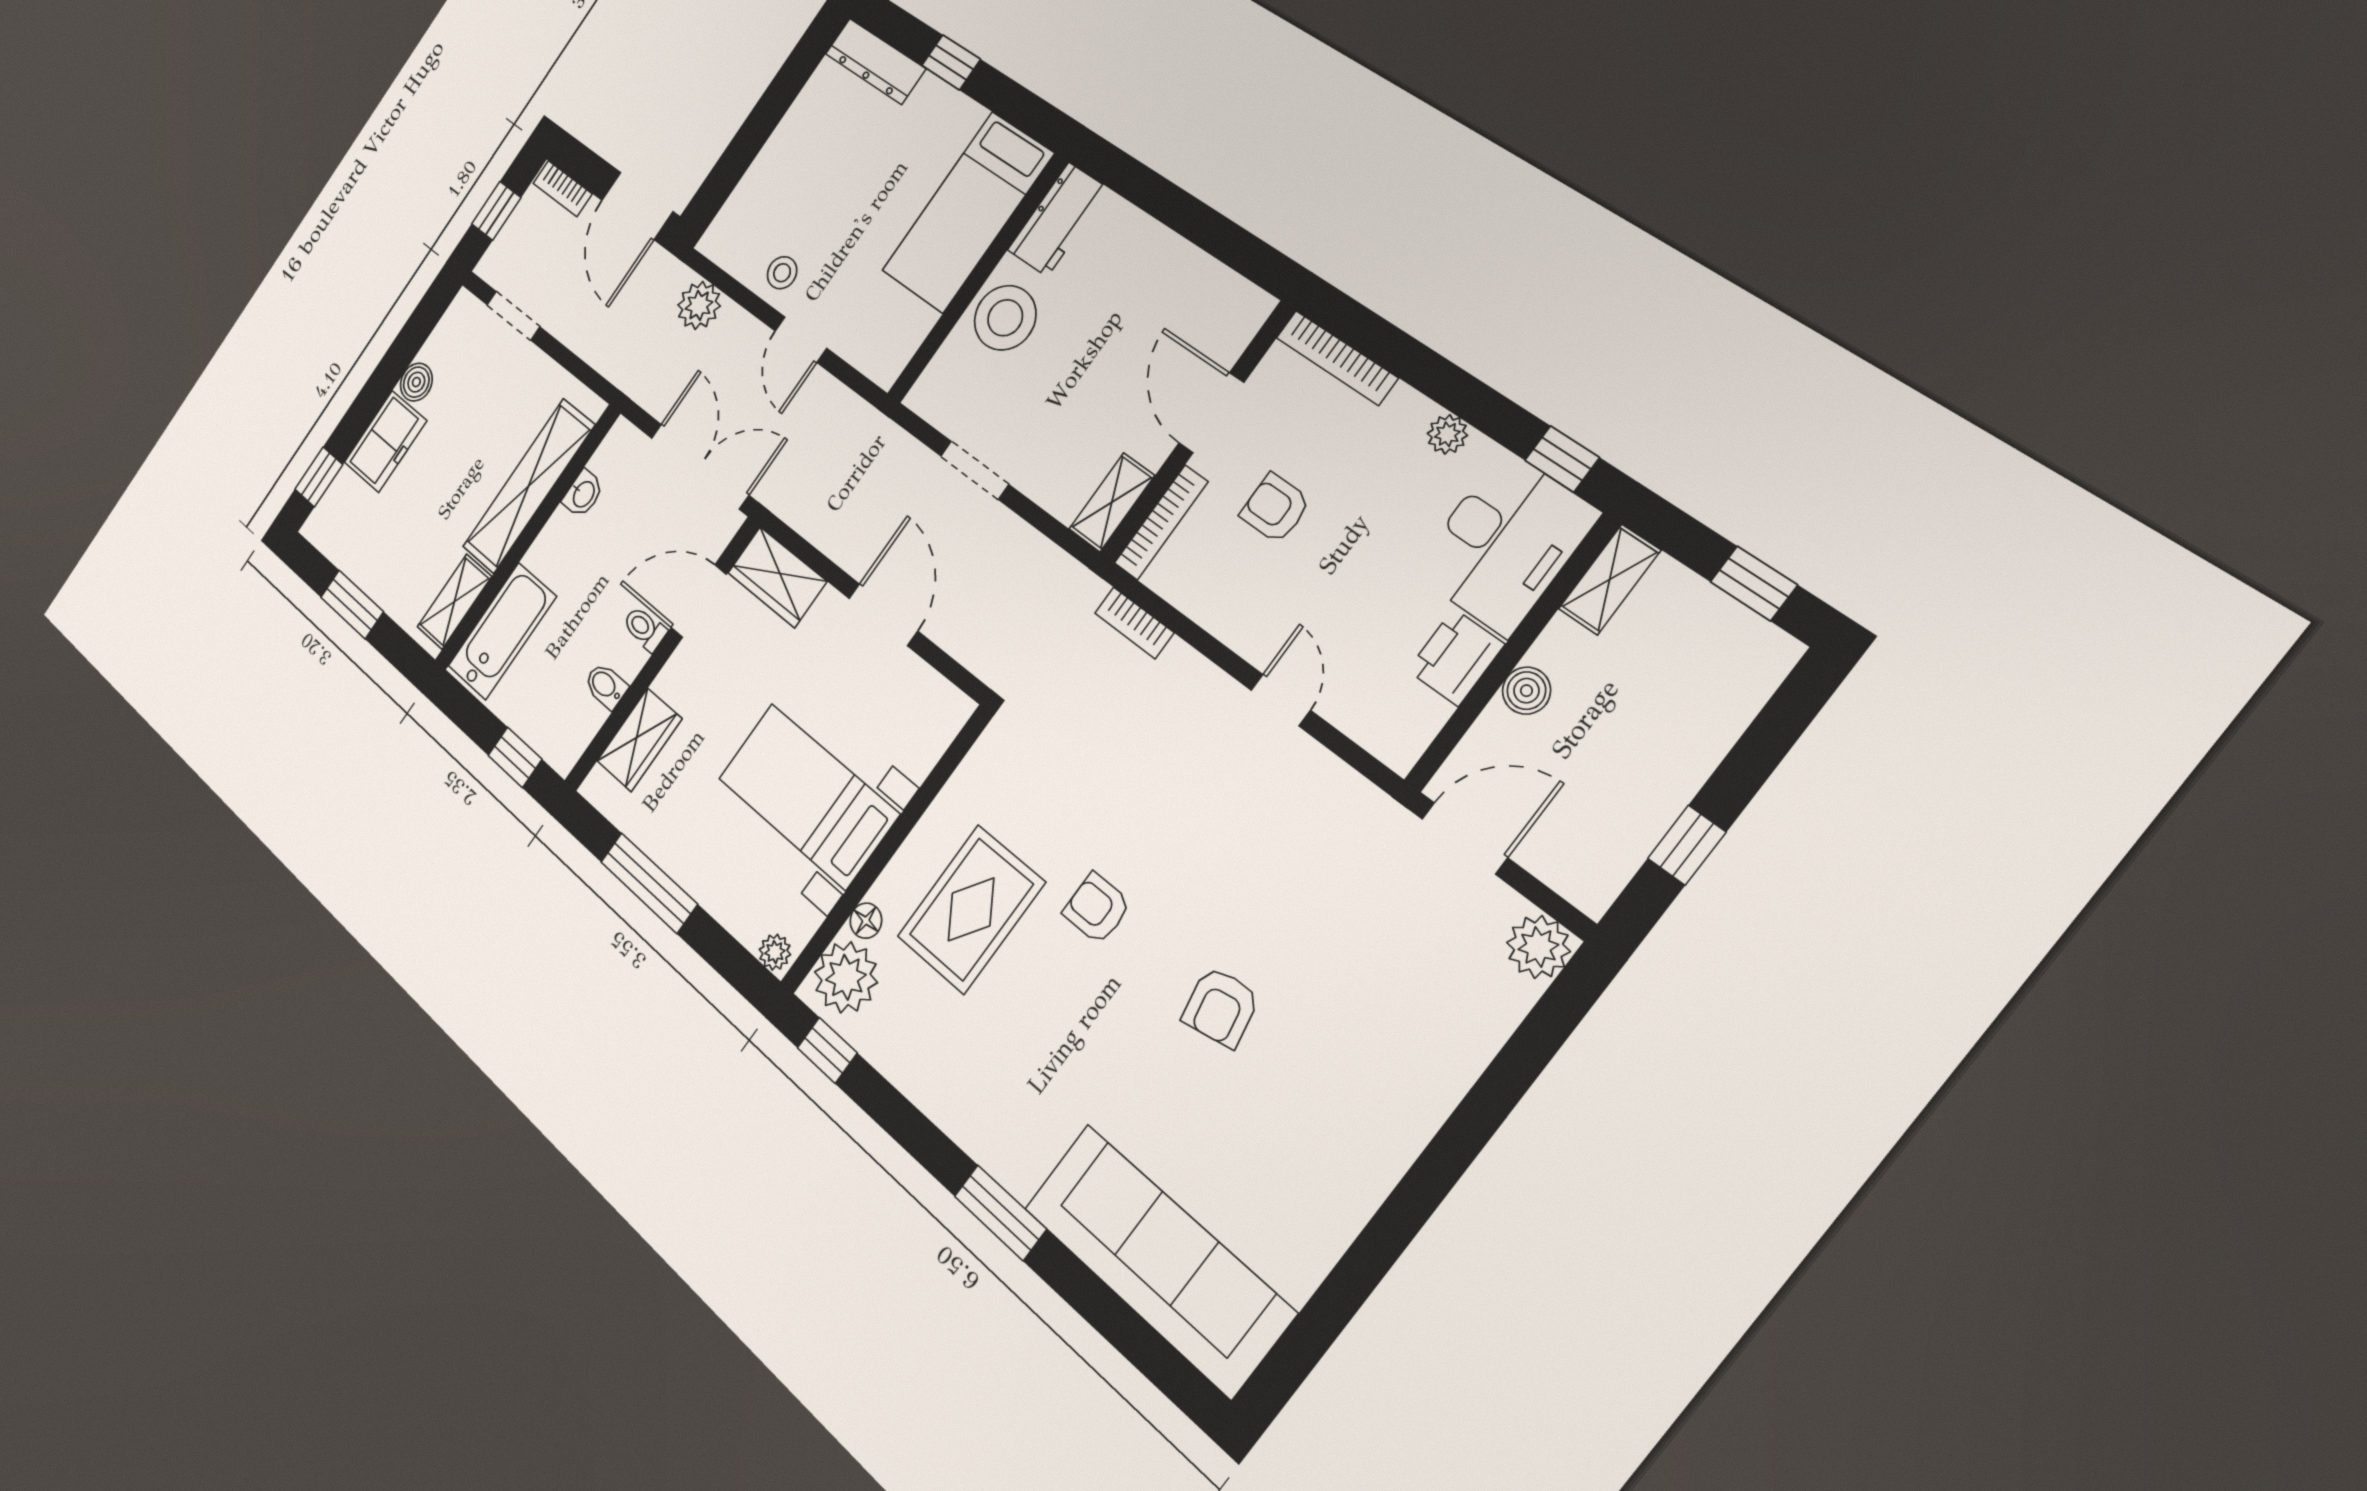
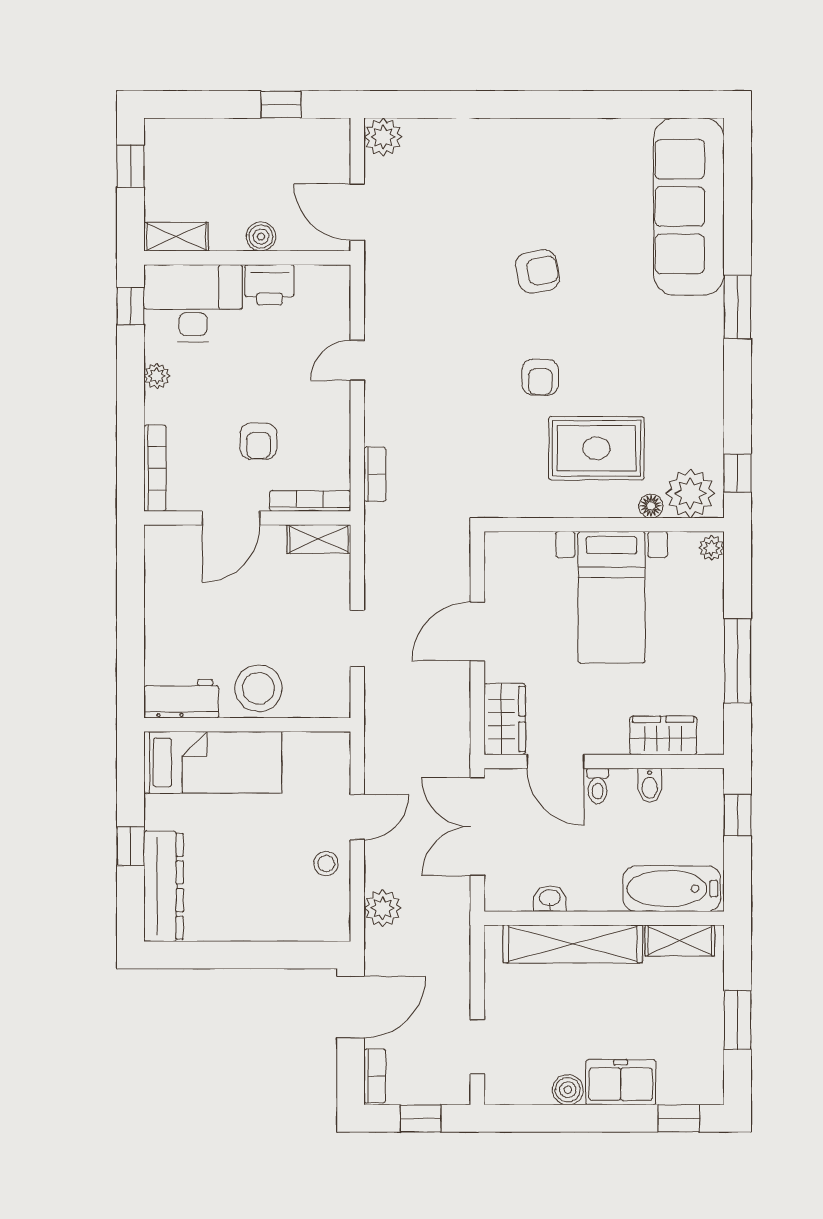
dresser: (875, 61) -> (164, 886), width x1.37, depth x1.24

